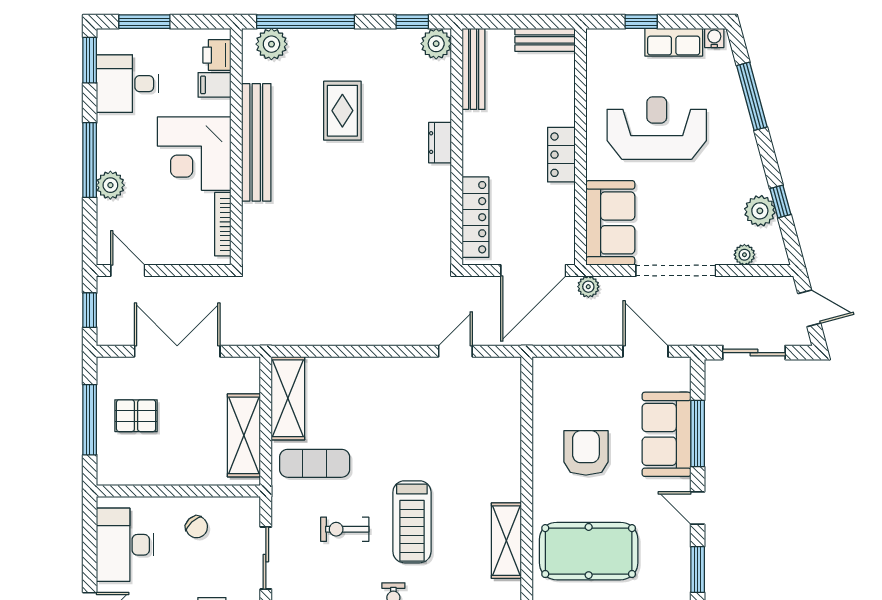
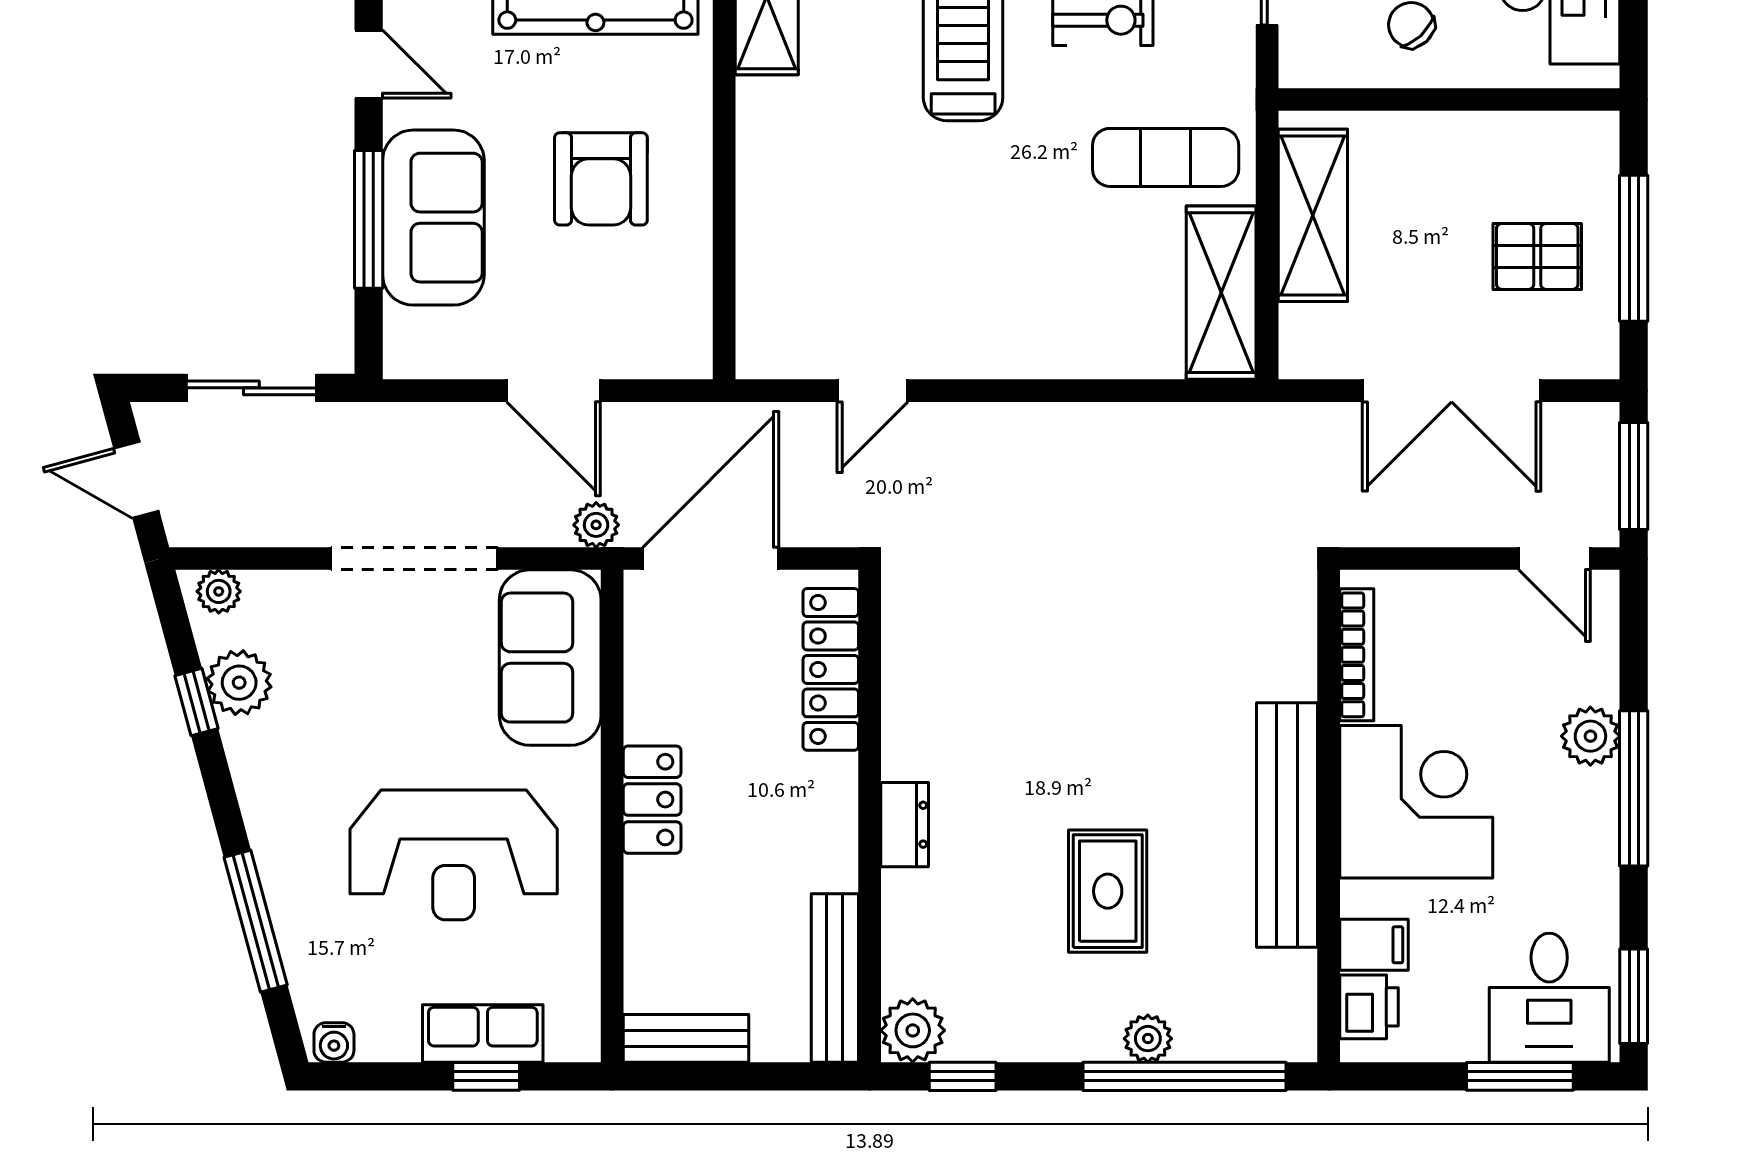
row of seats: (674, 42) -> (483, 1033), moved
plant: (271, 44) -> (1148, 1039), moved, width x0.73, depth x0.73
desk: (127, 84) -> (1549, 998), moved, turned 90
plant: (744, 255) -> (219, 591), moved
window: (90, 310) -> (1634, 476), width x1.50
door: (645, 351) -> (554, 391), moved

